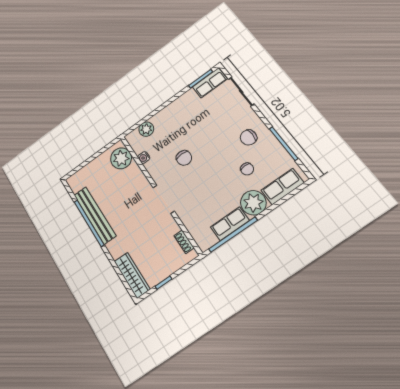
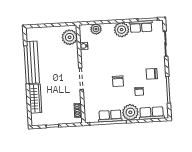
row of seats: (210, 83) -> (141, 27), moved
plant: (177, 110) -> (122, 30), added
chair: (184, 158) -> (118, 81), moved
wardrobe: (132, 275) -> (35, 99), moved

